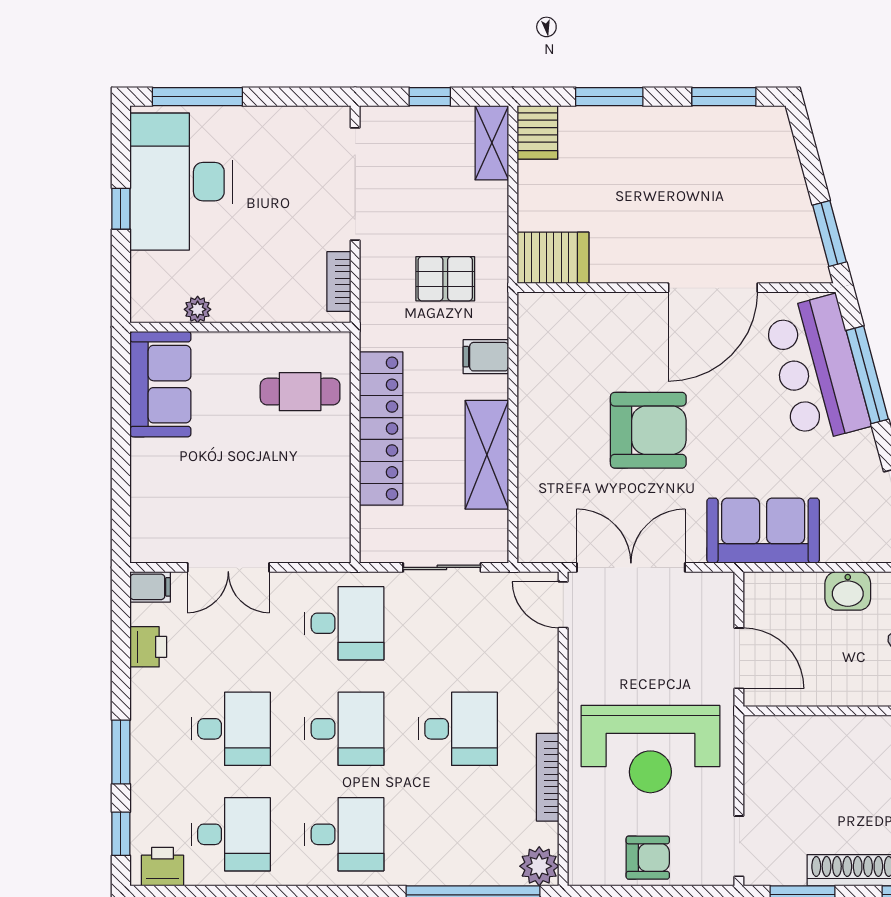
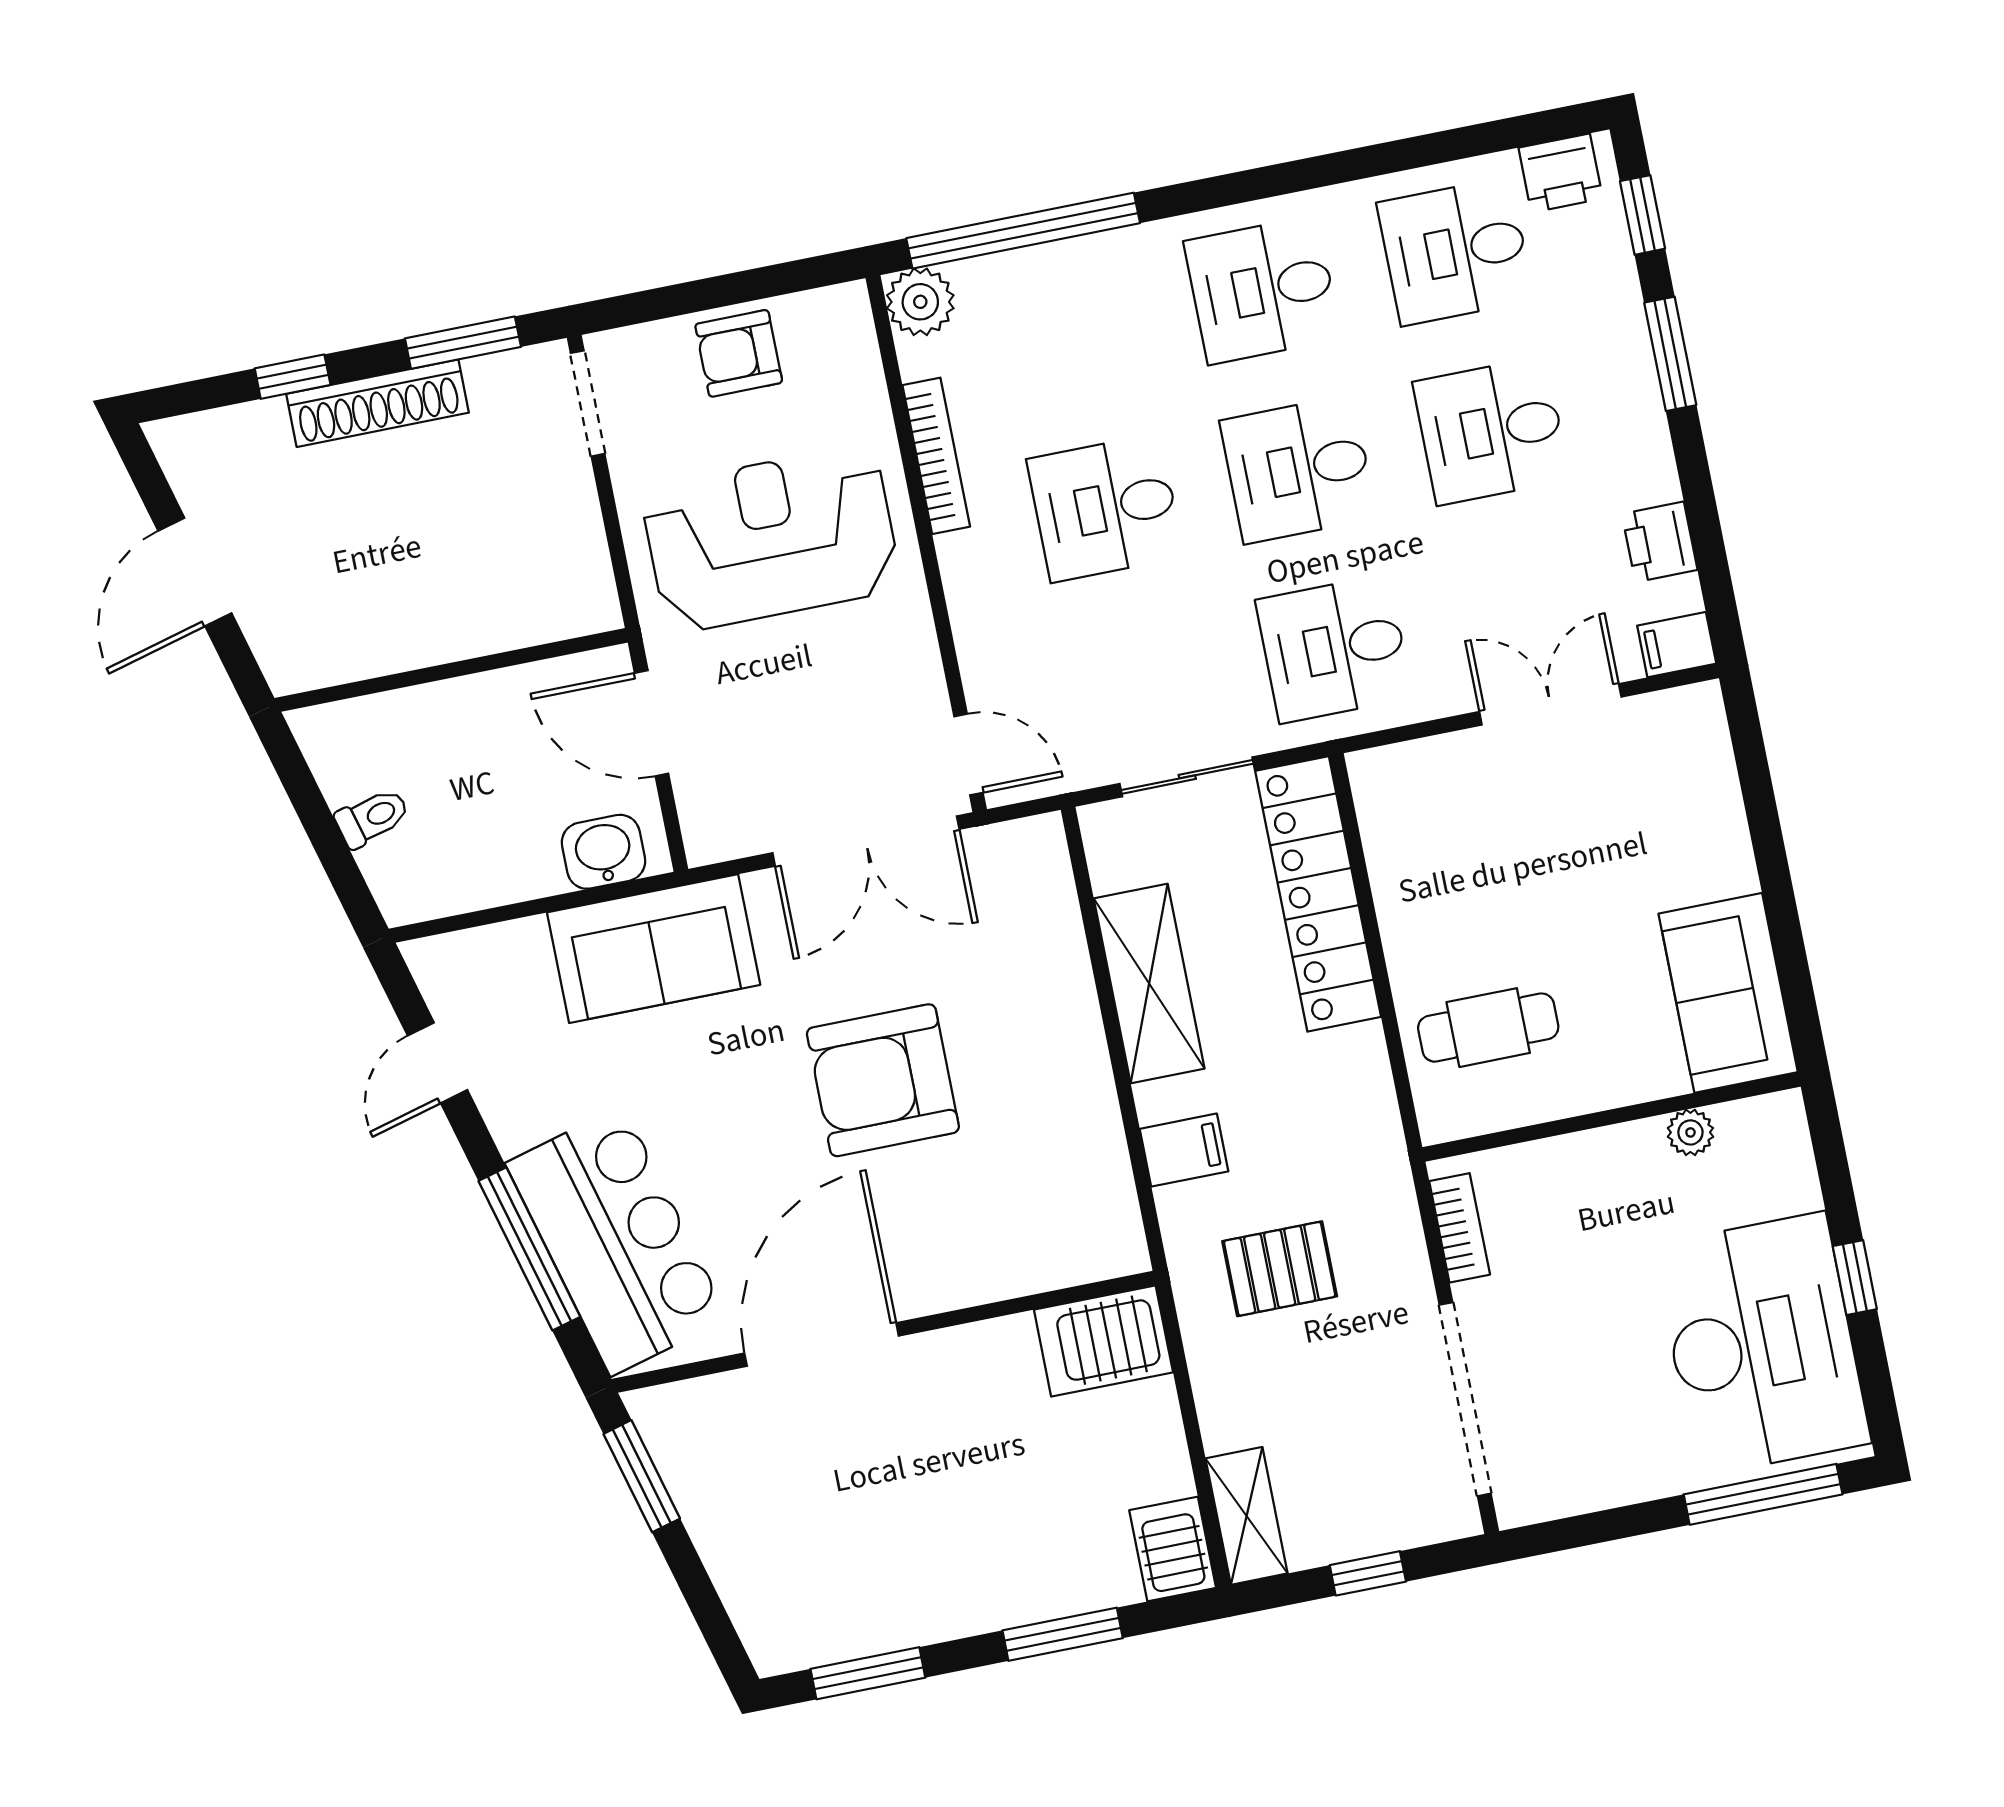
locker: (381, 428) -> (1318, 894), moved
washbasin: (848, 591) -> (604, 852), moved

